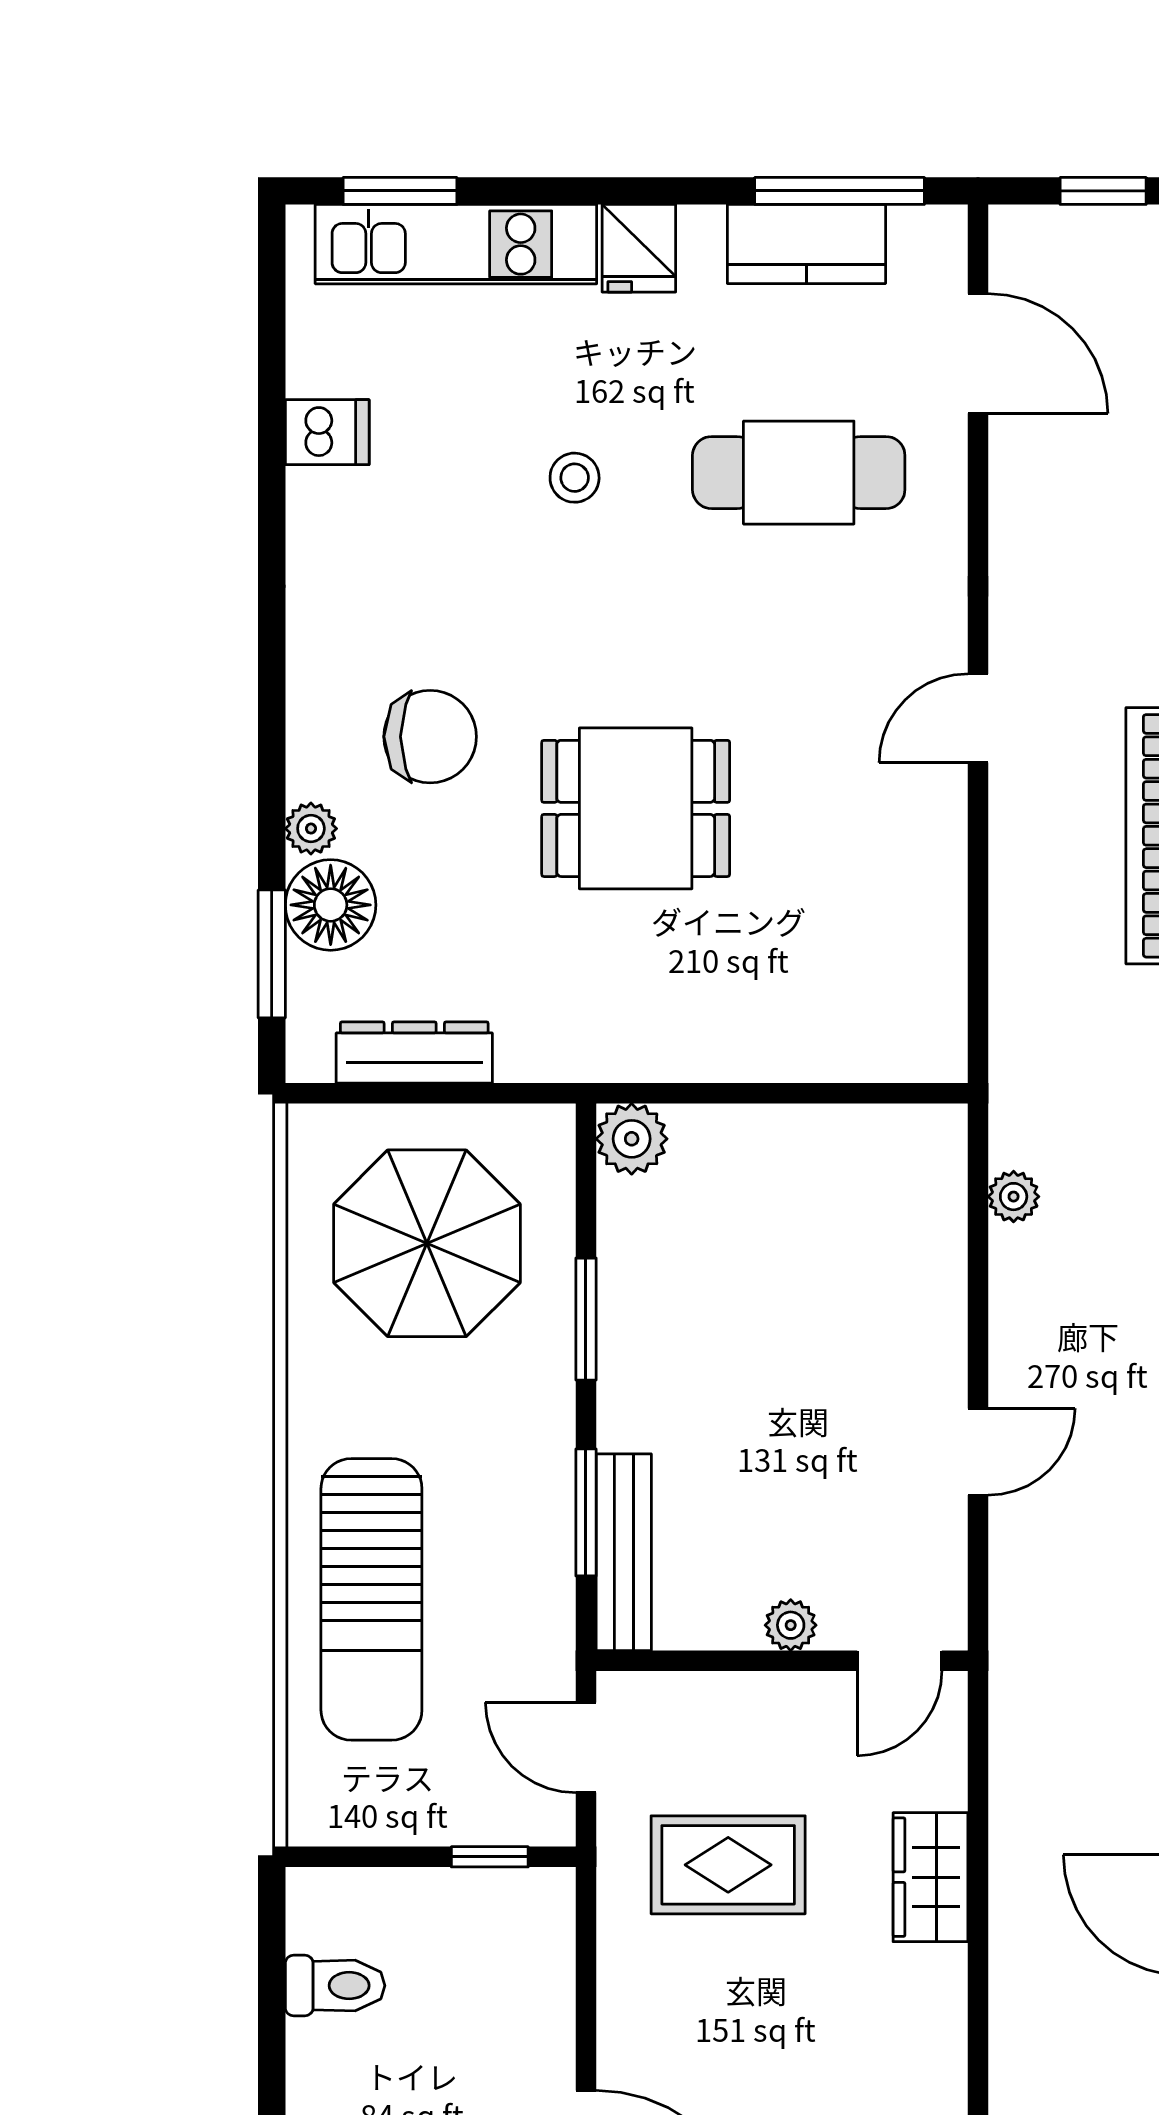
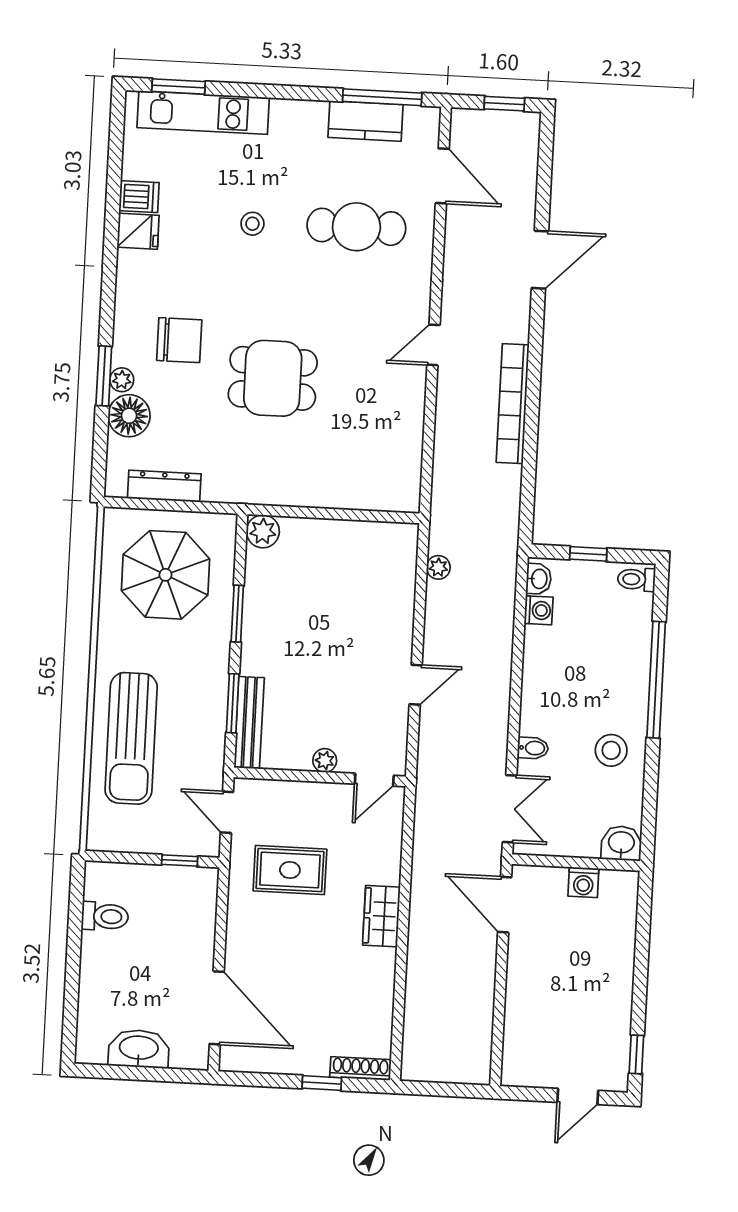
fridge: (639, 248) -> (138, 231), moved, turned -90
window: (272, 954) -> (104, 376), moved
wardrobe: (930, 1877) -> (381, 916), moved

